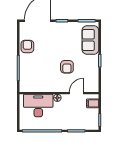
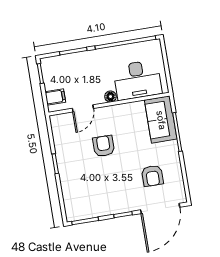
sofa: (90, 40) -> (161, 120), moved, turned 180
armchair: (27, 46) -> (152, 176), moved

